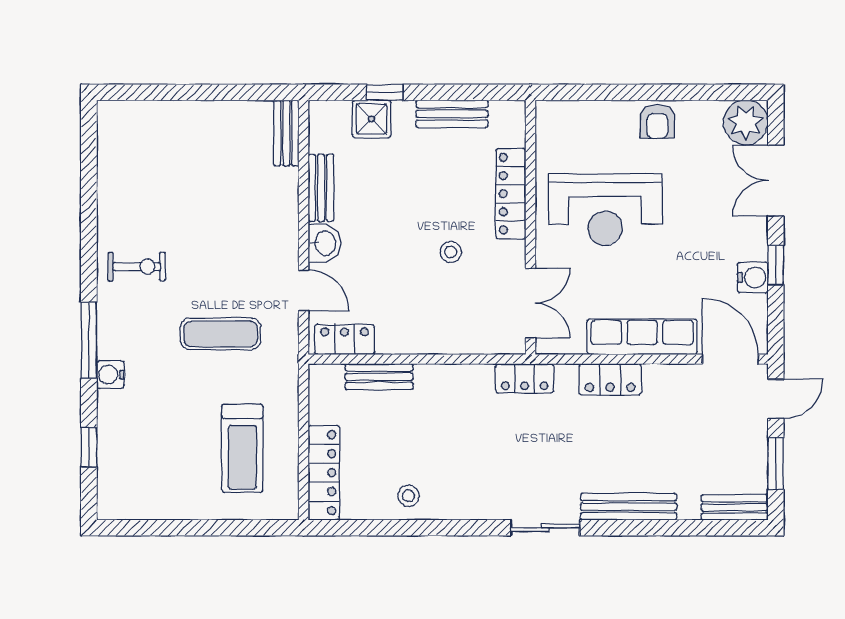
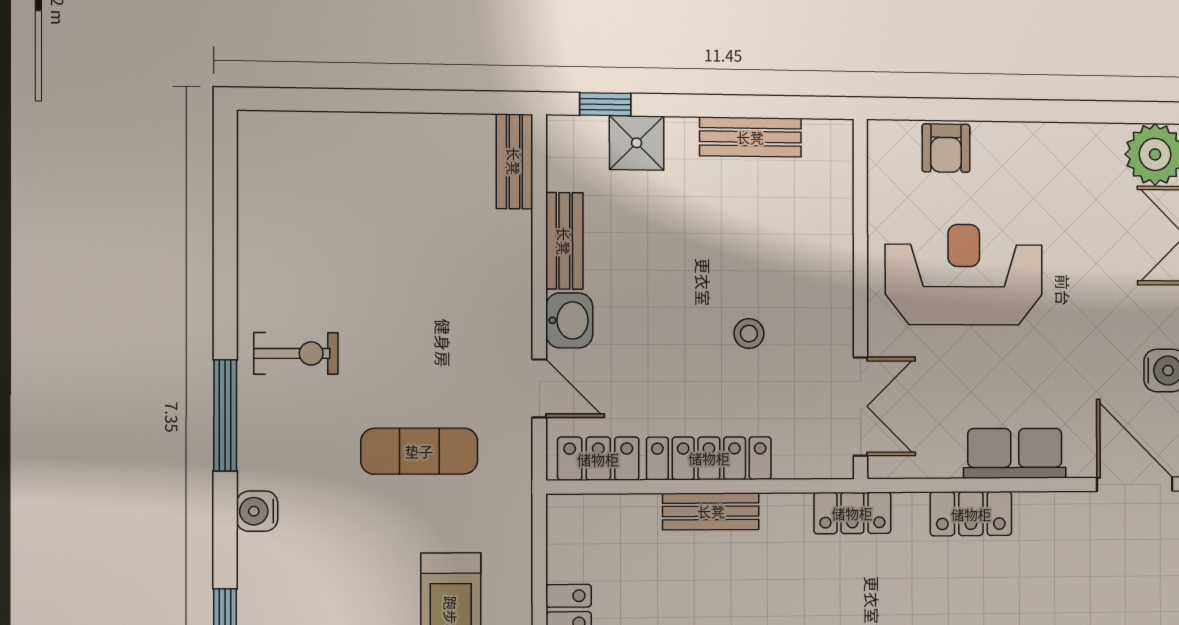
window: (385, 92) -> (605, 104), moved
armchair: (657, 121) -> (946, 148), moved
locker: (511, 194) -> (709, 458), moved, turned 90
reception desk: (605, 210) -> (964, 275), turned 180
row of seats: (642, 337) -> (1015, 453), width x0.68
window: (89, 340) -> (225, 415), moved
bench: (379, 377) -> (711, 511), moved

